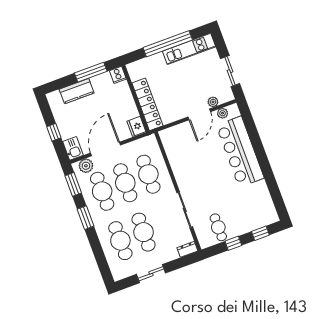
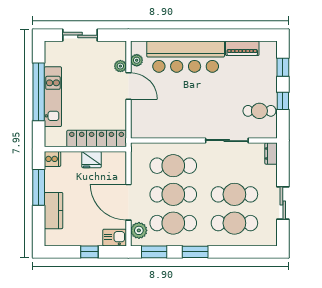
kitchen unit: (189, 49) -> (53, 97), moved
sliding door: (230, 71) -> (80, 35), moved
fridge: (136, 126) -> (92, 160), moved
piano: (264, 195) -> (242, 48), added

